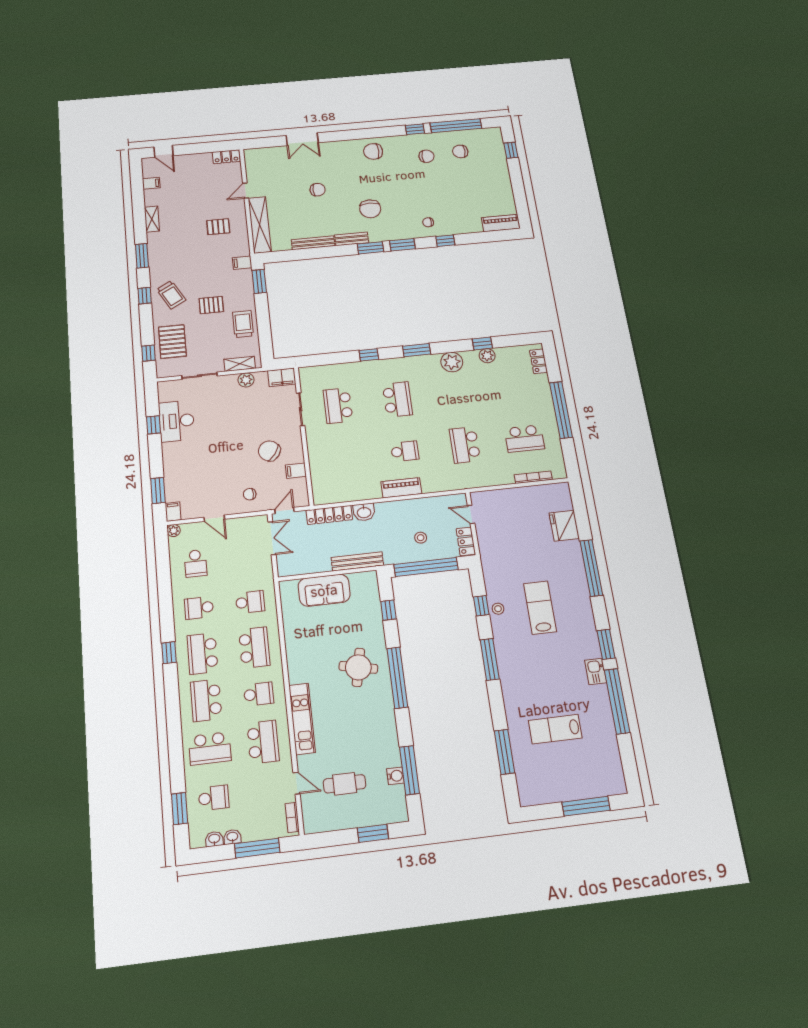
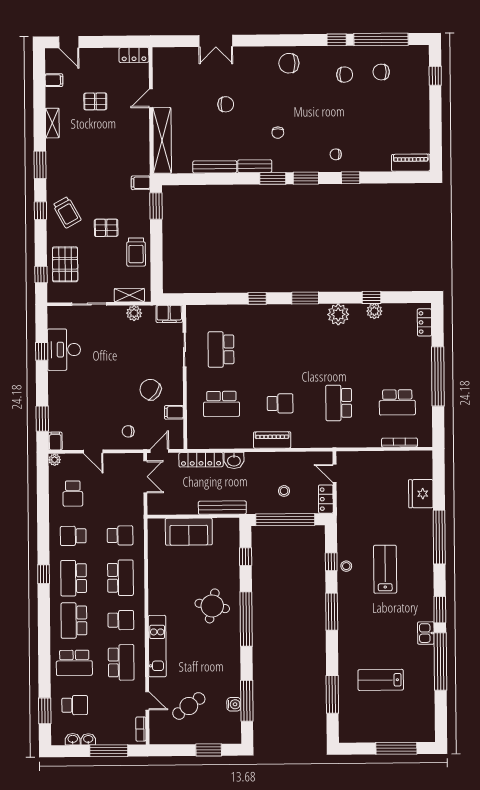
chair: (370, 209) -> (278, 133), width x0.54, depth x0.54
pallet: (218, 227) -> (95, 101), moved
trolley: (243, 324) -> (136, 252), turned 180
school desk: (397, 399) -> (221, 404), moved, turned 90
cafe table: (345, 784) -> (189, 706), turned -36

